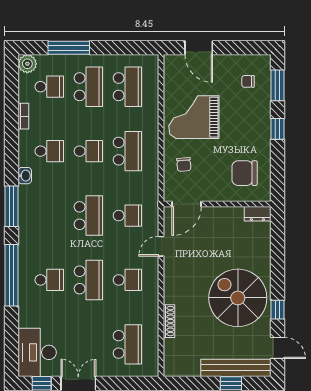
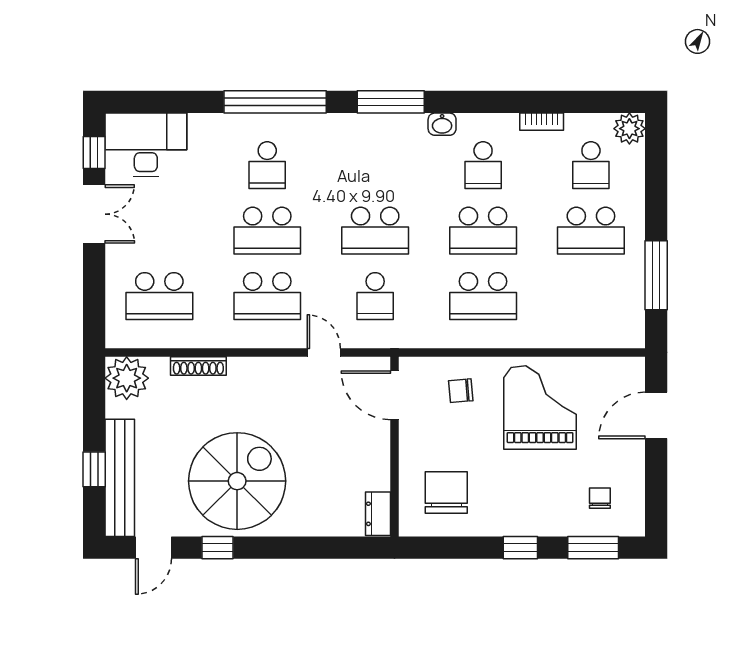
window: (69, 48) -> (656, 275), moved
school desk: (127, 87) -> (591, 296), removed
school desk: (88, 151) -> (483, 231), width x1.85
school desk: (127, 280) -> (267, 296), width x1.85
plant: (176, 364) -> (127, 378), added

